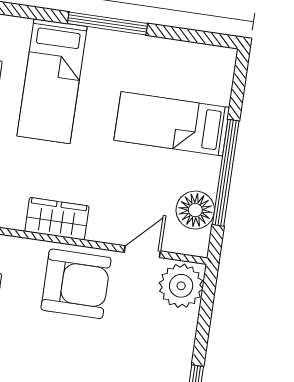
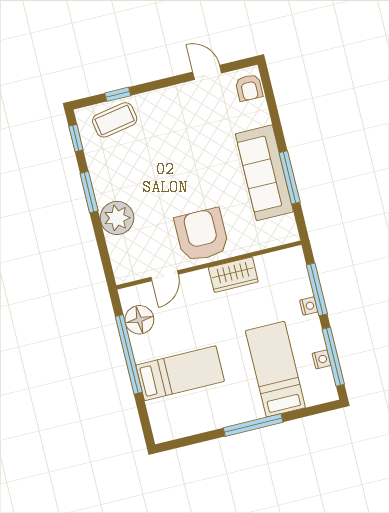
armchair: (76, 284) -> (202, 235), turned 90
plant: (181, 286) -> (117, 218), moved

